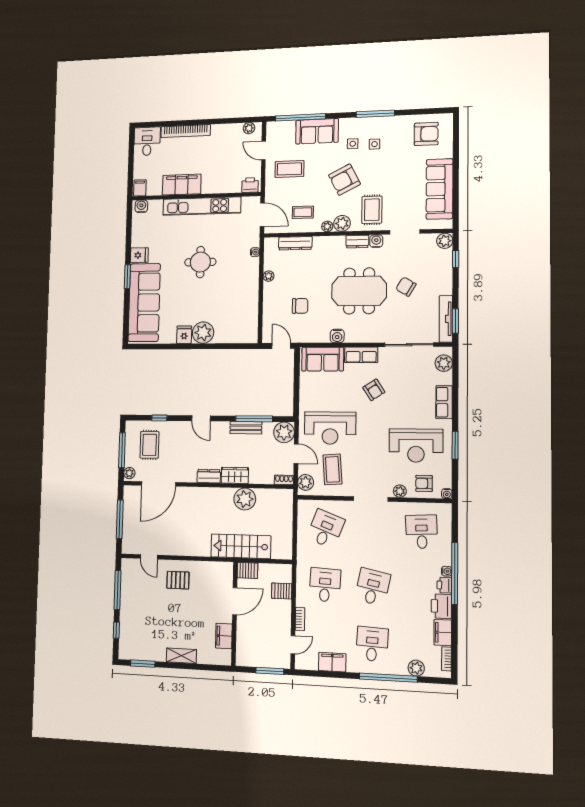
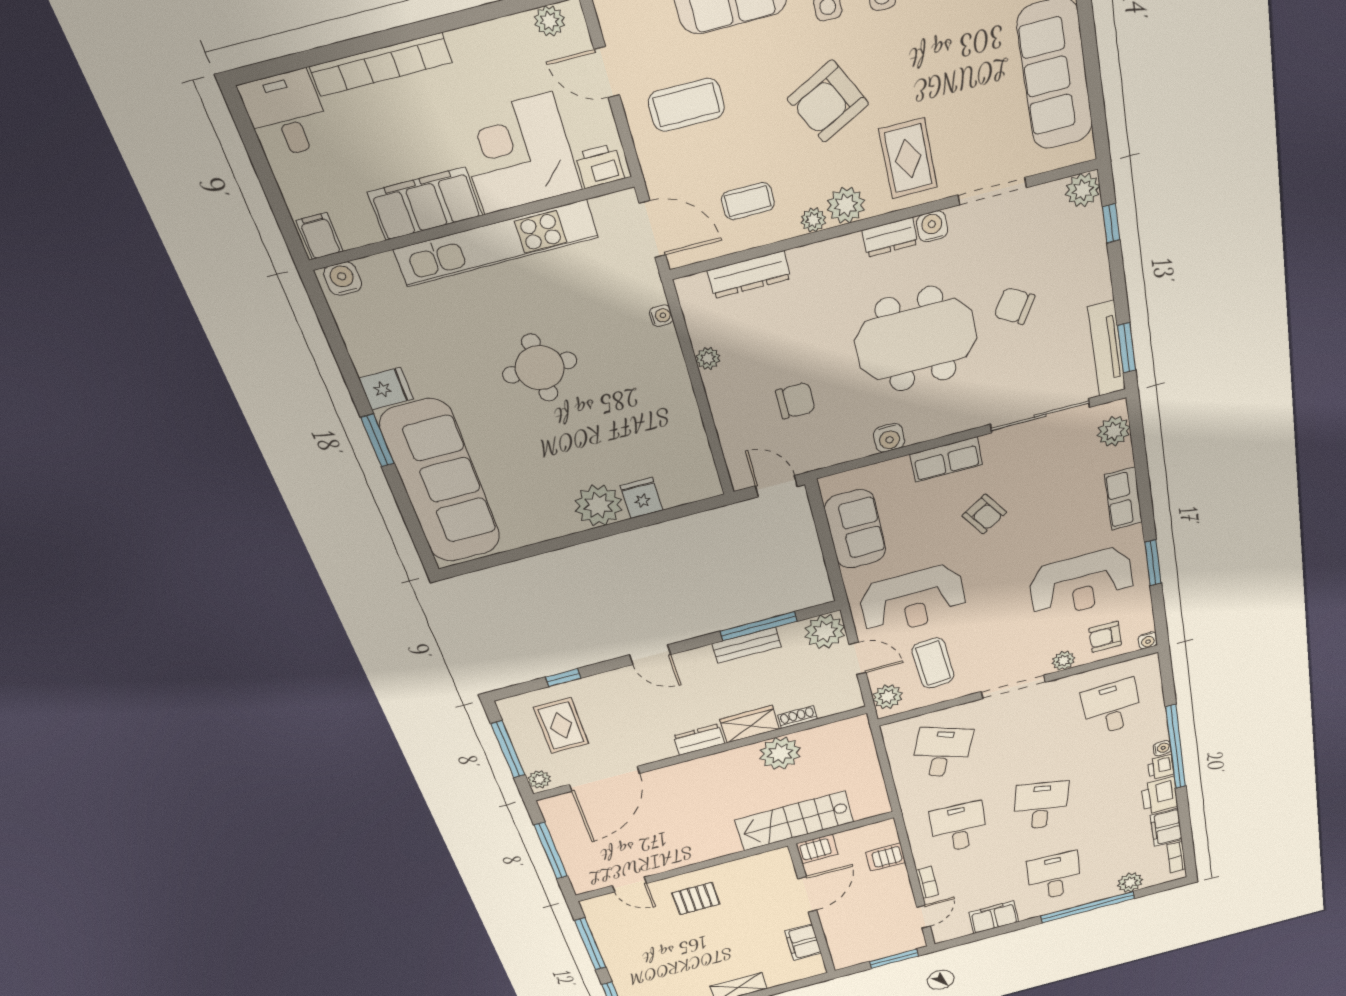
corner desk: (222, 174) -> (518, 154), added
fridge: (184, 335) -> (642, 498), moved
sofa: (323, 359) -> (855, 529), moved, turned -90
shoe rack: (284, 480) -> (797, 717), moved

